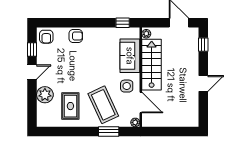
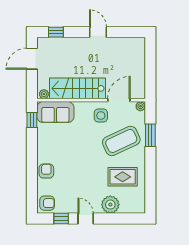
sofa: (130, 56) -> (55, 112), moved

